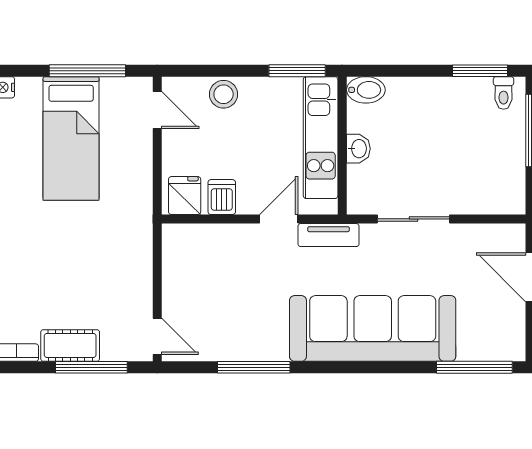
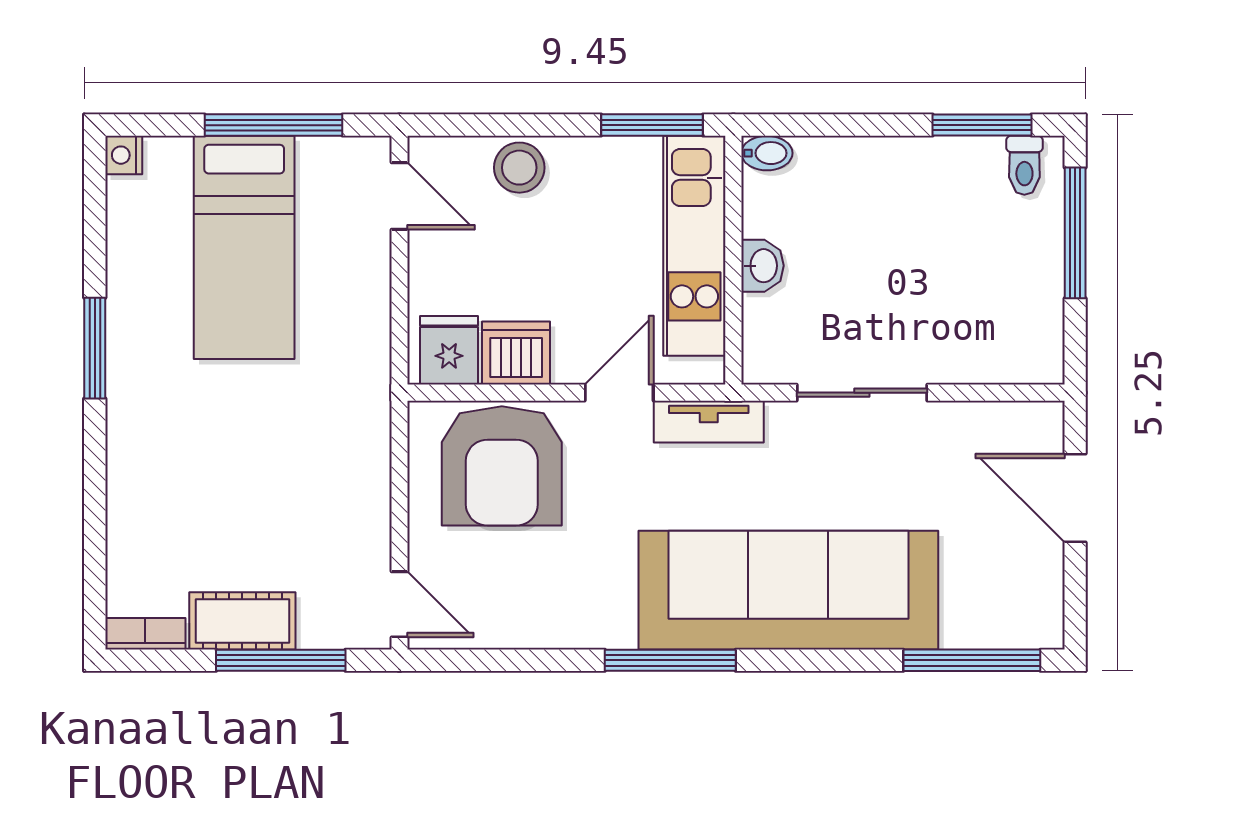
bidet: (366, 90) -> (767, 153), width x0.72, depth x0.74
dishwasher: (222, 197) -> (516, 353), width x1.38
armchair: (214, 260) -> (502, 466), added
window: (254, 367) -> (670, 660), moved

